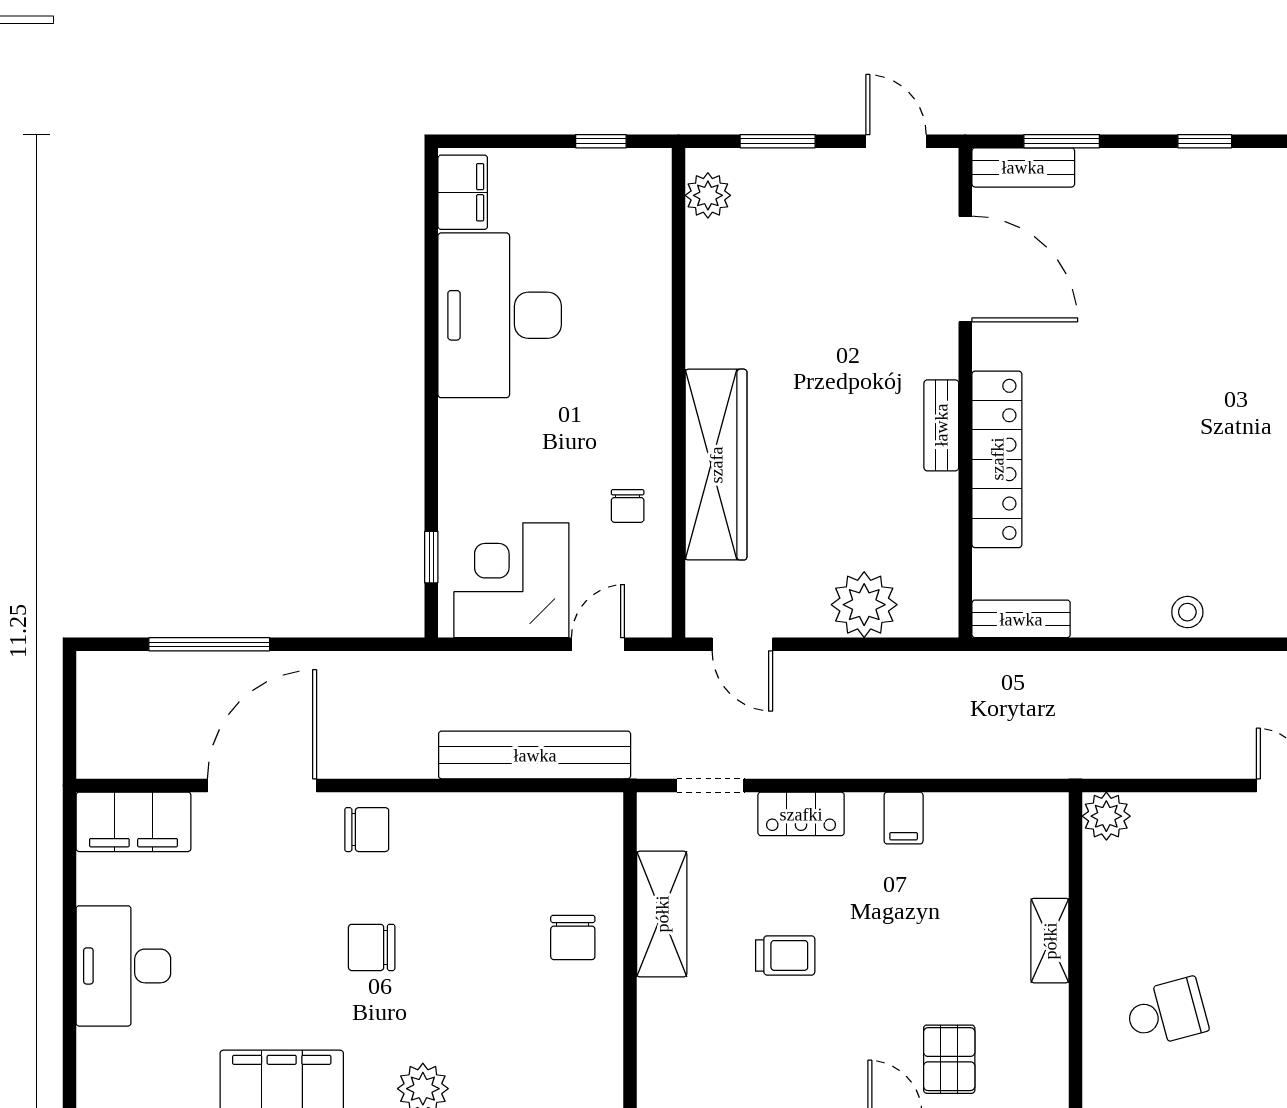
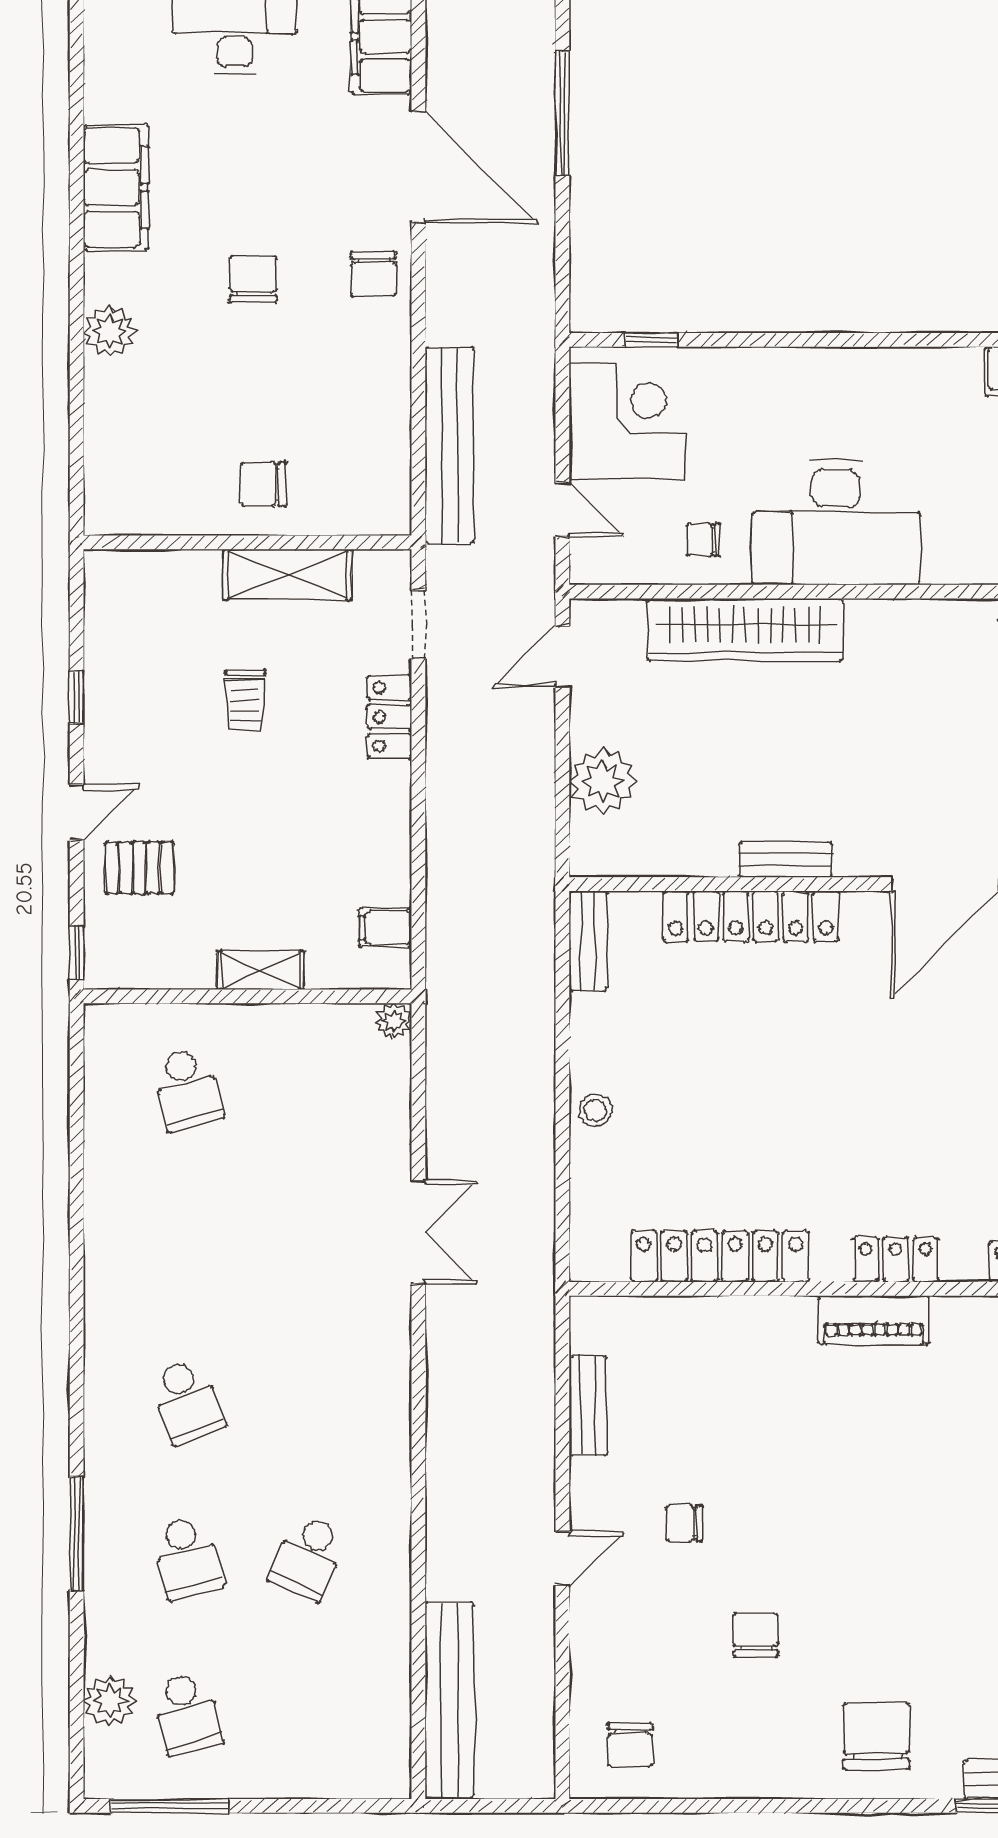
desk: (500, 315) -> (836, 522), moved, turned 180
plant: (1106, 816) -> (394, 1021), width x0.73, depth x0.73
filing cabinet: (904, 818) -> (385, 928), moved

